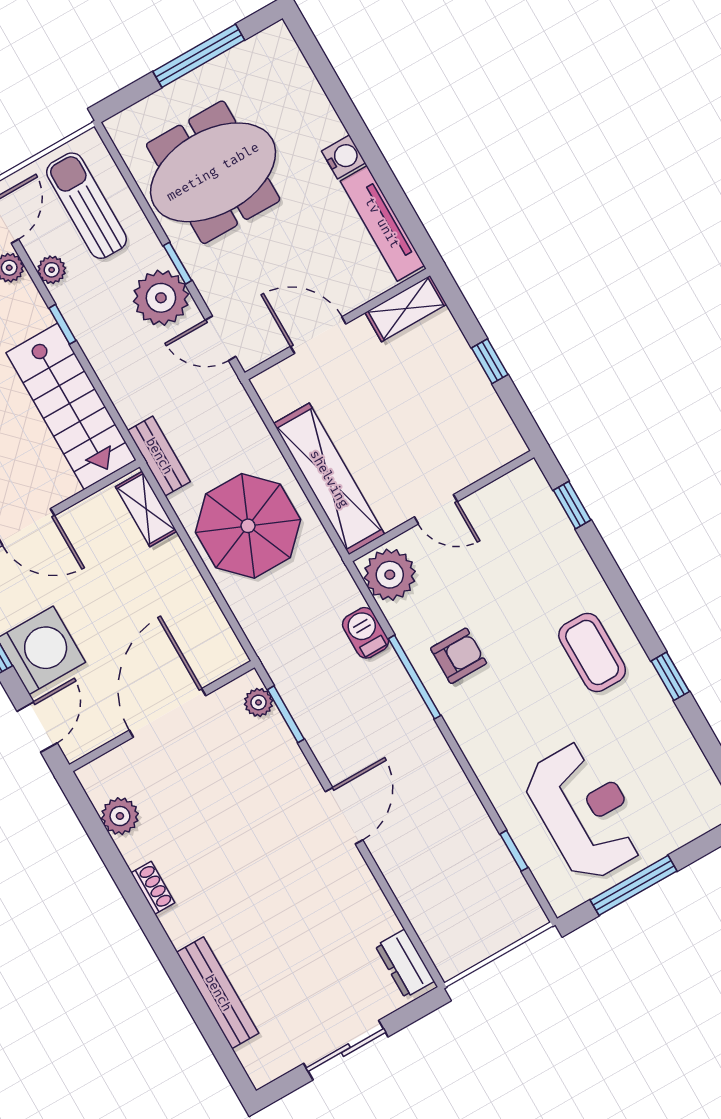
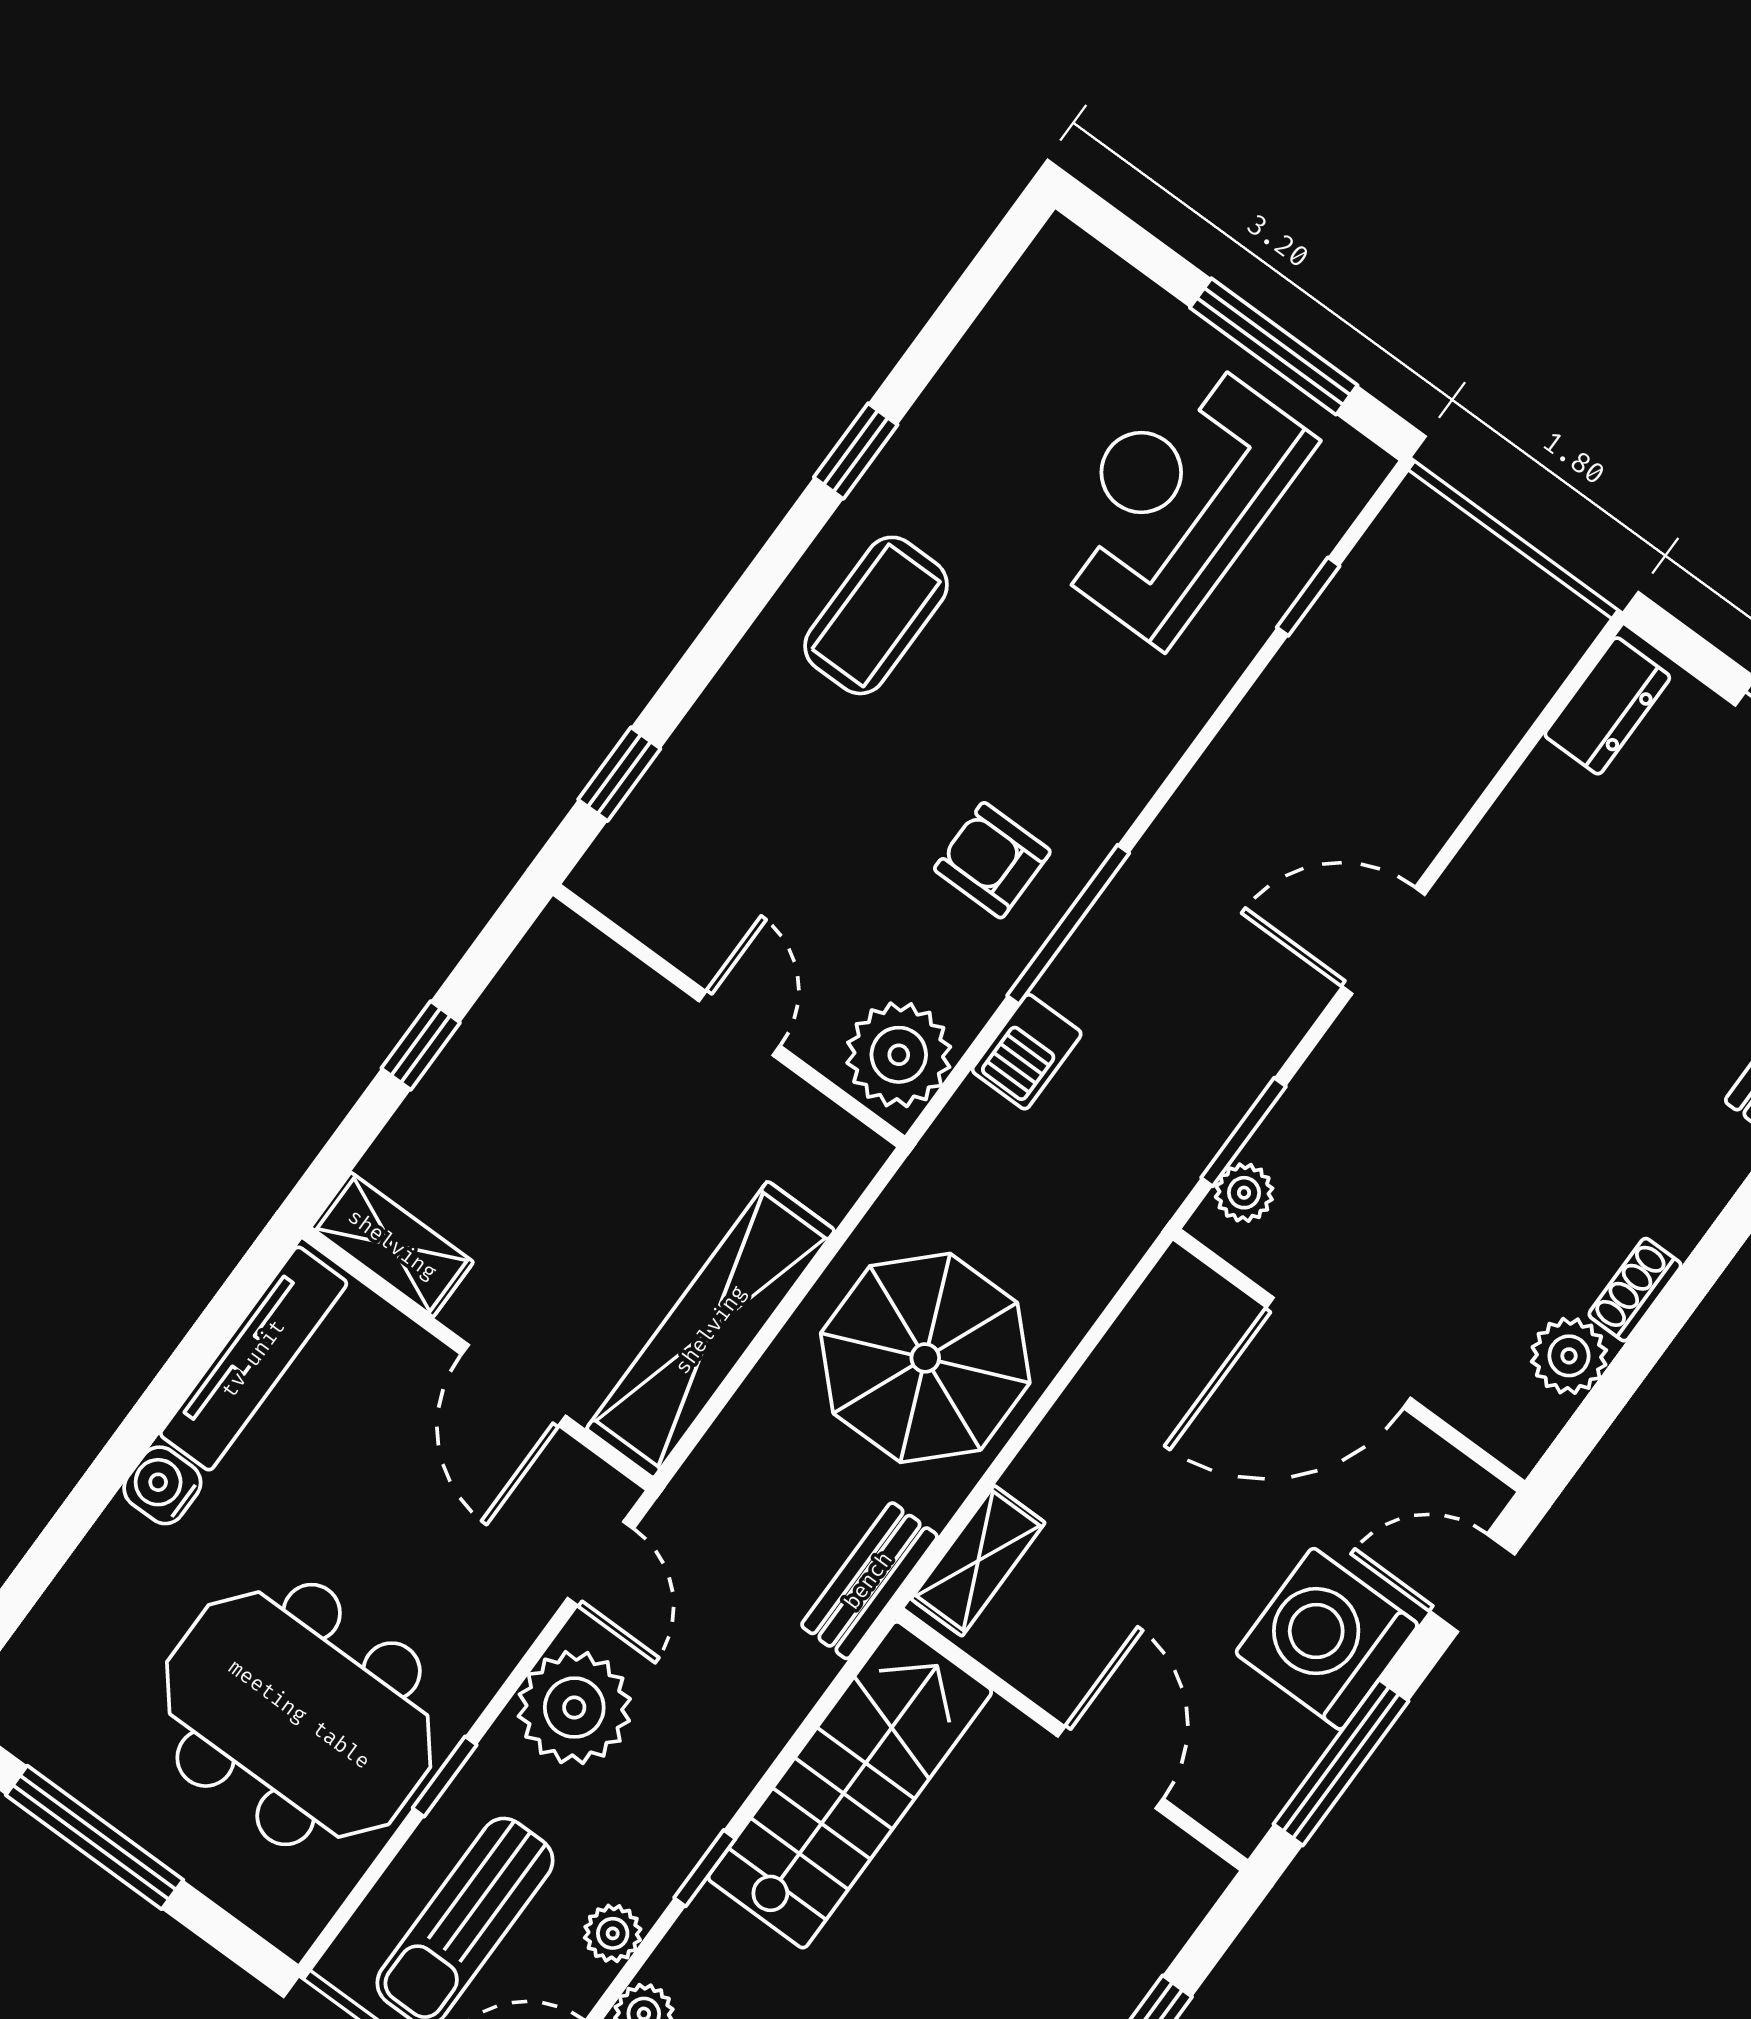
window: (177, 263) -> (445, 1776), moved
shelving: (329, 479) -> (711, 1330), moved
shoe rack: (153, 888) -> (1635, 1290), moved

